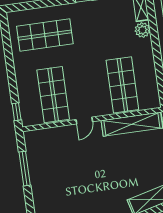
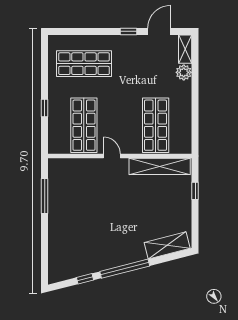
window: (17, 112) -> (45, 108), moved
door: (84, 121) -> (112, 156), swing flipped

